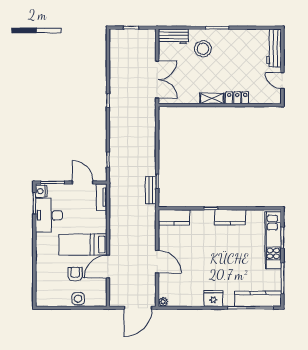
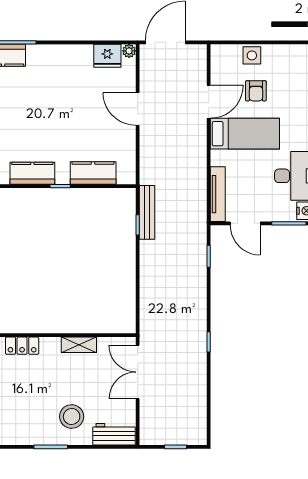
shelving: (212, 98) -> (79, 345), moved
bench: (151, 190) -> (147, 212), width x1.36
tv unit: (102, 197) -> (218, 194), width x1.41
kitchen counter: (174, 217) -> (93, 173), moved
fridge: (213, 298) -> (107, 56), moved

